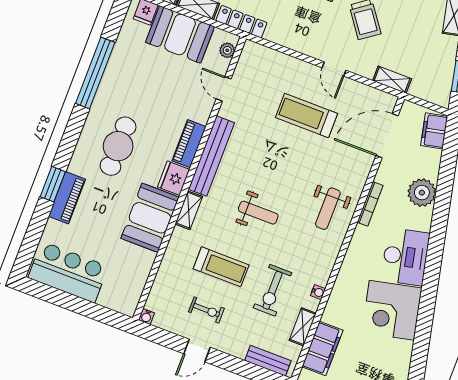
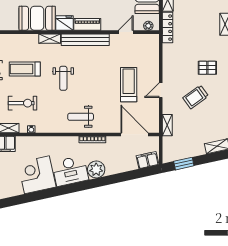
plant: (422, 193) -> (96, 169), moved
treadmill: (221, 267) -> (25, 69), turned 90
exercise bike: (272, 290) -> (23, 103), turned 180

